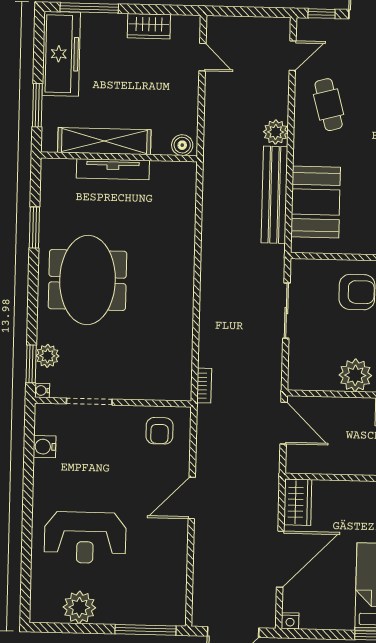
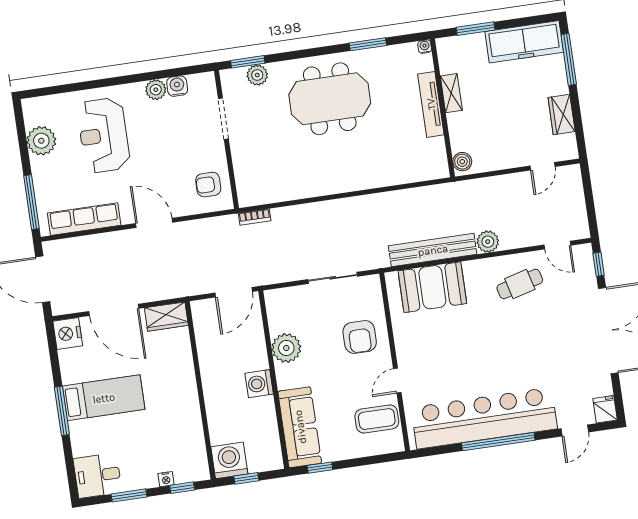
shelving: (104, 141) -> (451, 93), width x0.45, depth x0.75
water cooler: (42, 390) -> (425, 47), moved
plant: (44, 471) -> (156, 90), added
row of seats: (174, 575) -> (84, 219), added
nightstand: (290, 621) -> (68, 333), width x1.89, depth x1.79

